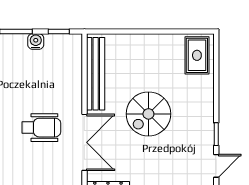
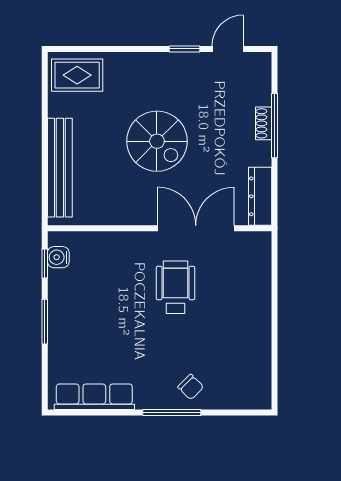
water cooler: (36, 41) -> (58, 257), moved
bench: (96, 74) -> (60, 168), moved, turned 90
door: (216, 166) -> (228, 49), hinge flipped

